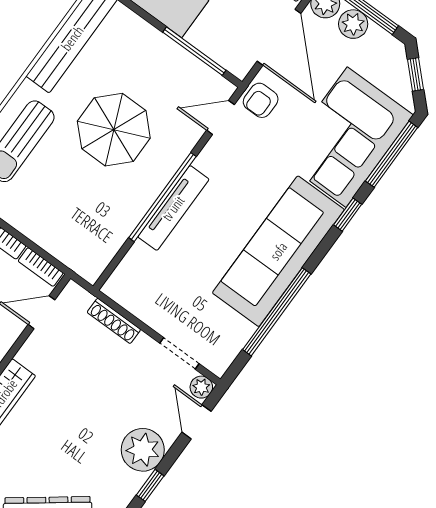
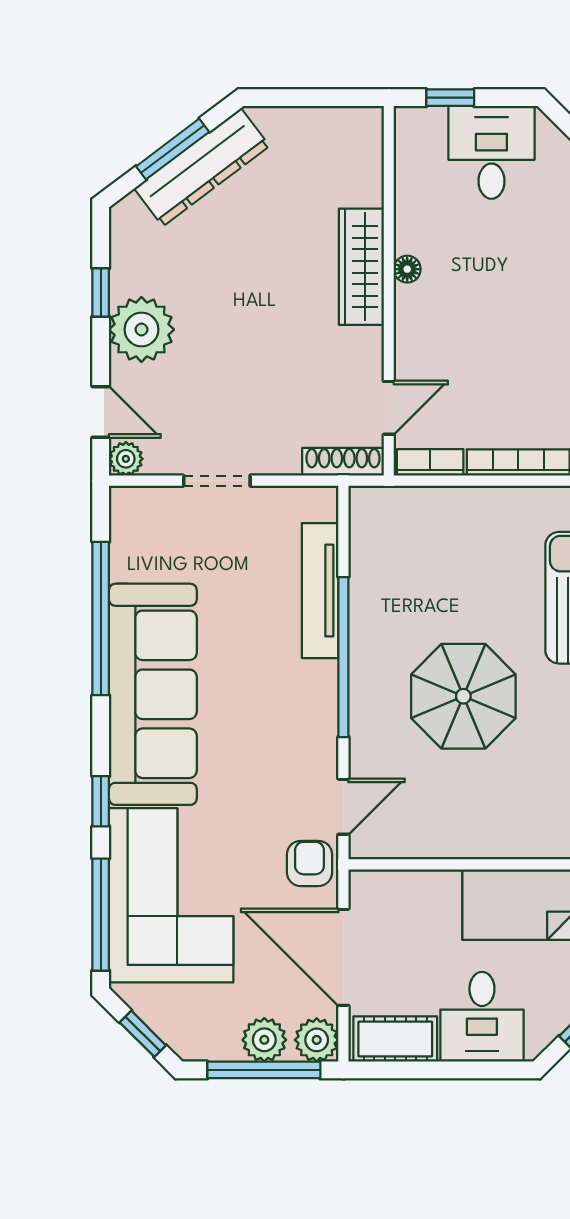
window: (194, 51) -> (435, 864), removed
tv unit: (173, 208) -> (320, 591), moved
shoe rack: (114, 321) -> (343, 462), moved
doorway: (179, 353) -> (217, 481), moved

